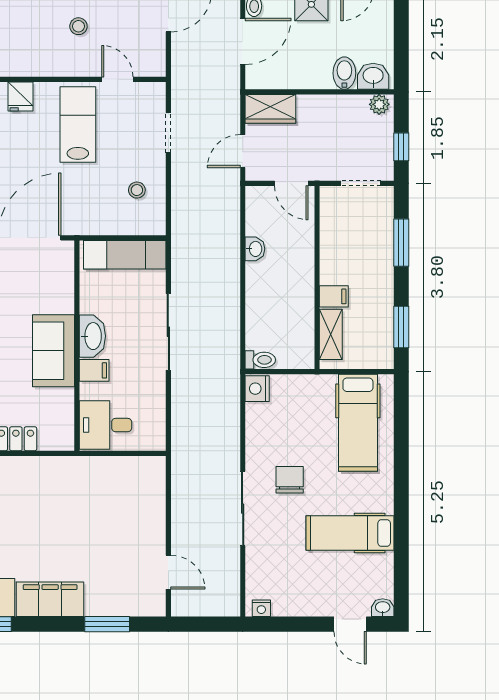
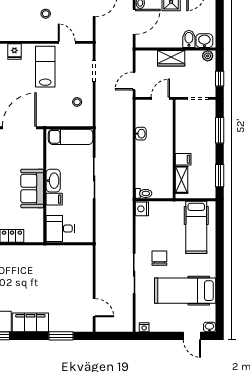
wardrobe: (270, 109) -> (171, 58), moved
door: (291, 183) -> (160, 98), swing flipped
hospital bed: (350, 533) -> (185, 291), width x1.37, depth x1.29

